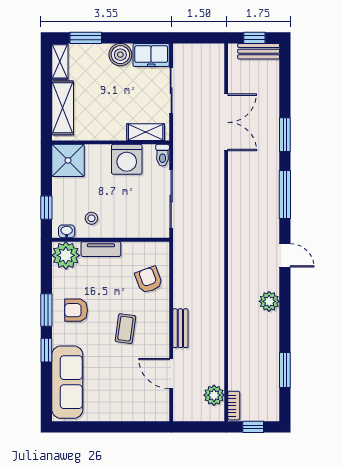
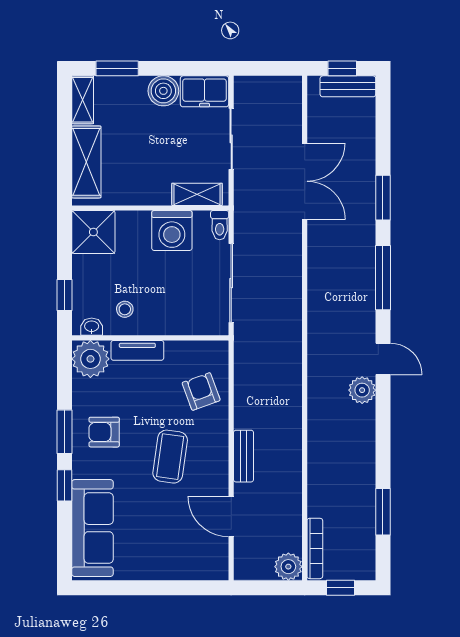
plant: (269, 301) -> (362, 390), moved
coffee table: (125, 329) -> (170, 457), width x1.36, depth x1.30
plant: (214, 395) -> (288, 567), moved
bookcase: (234, 406) -> (315, 548), width x1.56

